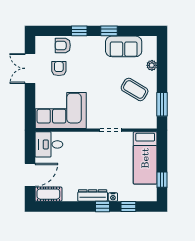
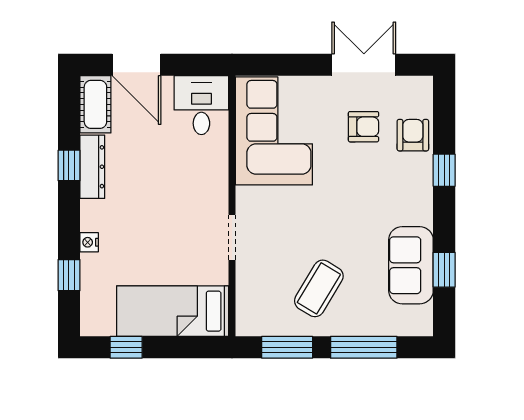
window: (109, 31) -> (444, 270), moved
plant: (152, 65) -> (370, 325), removed
window: (162, 68) -> (364, 347), added
dresser: (93, 196) -> (92, 167), moved
window: (102, 206) -> (69, 165), moved

